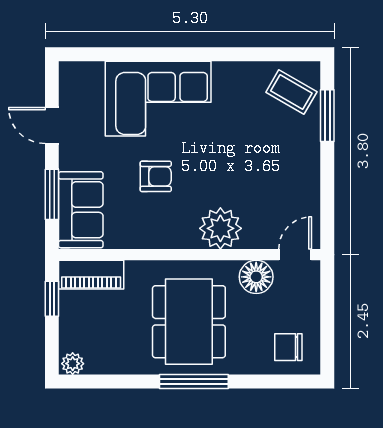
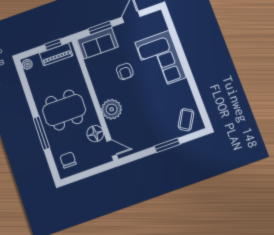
window: (327, 116) -> (167, 145), moved
piano: (91, 275) -> (56, 54), moved, turned -90
window: (194, 381) -> (41, 133), moved

